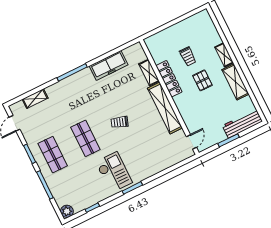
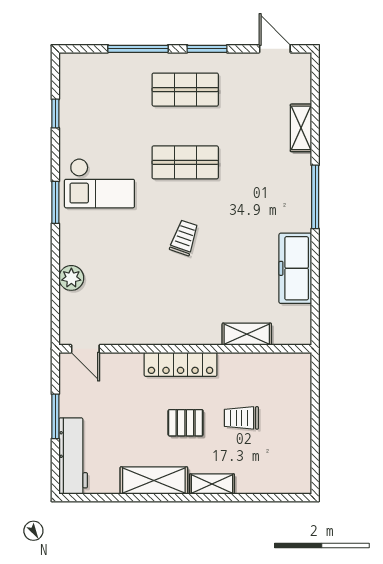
locker: (169, 79) -> (181, 364), moved
shelving: (35, 99) -> (301, 128), moved
shelving: (165, 108) -> (169, 331), removed
plant: (67, 211) -> (71, 278), moved

